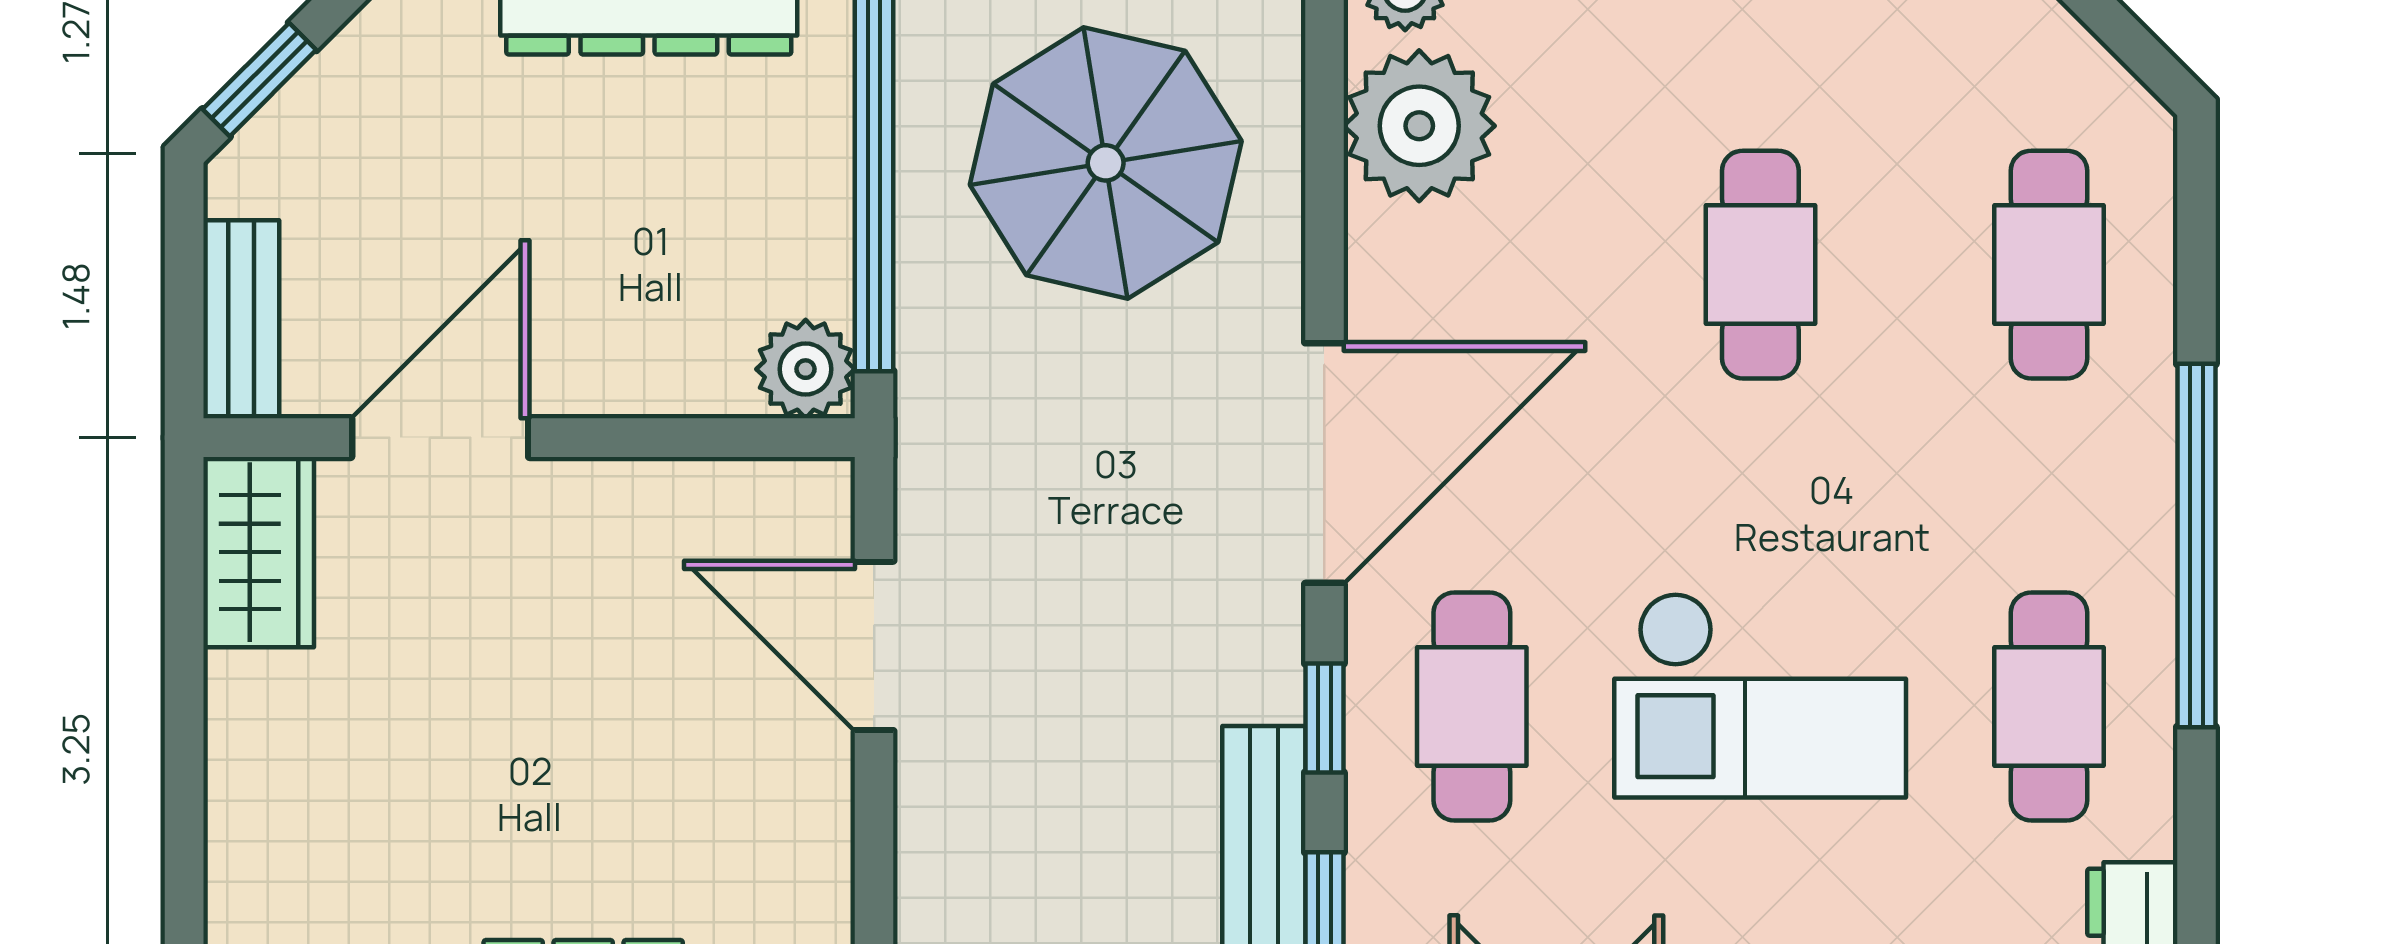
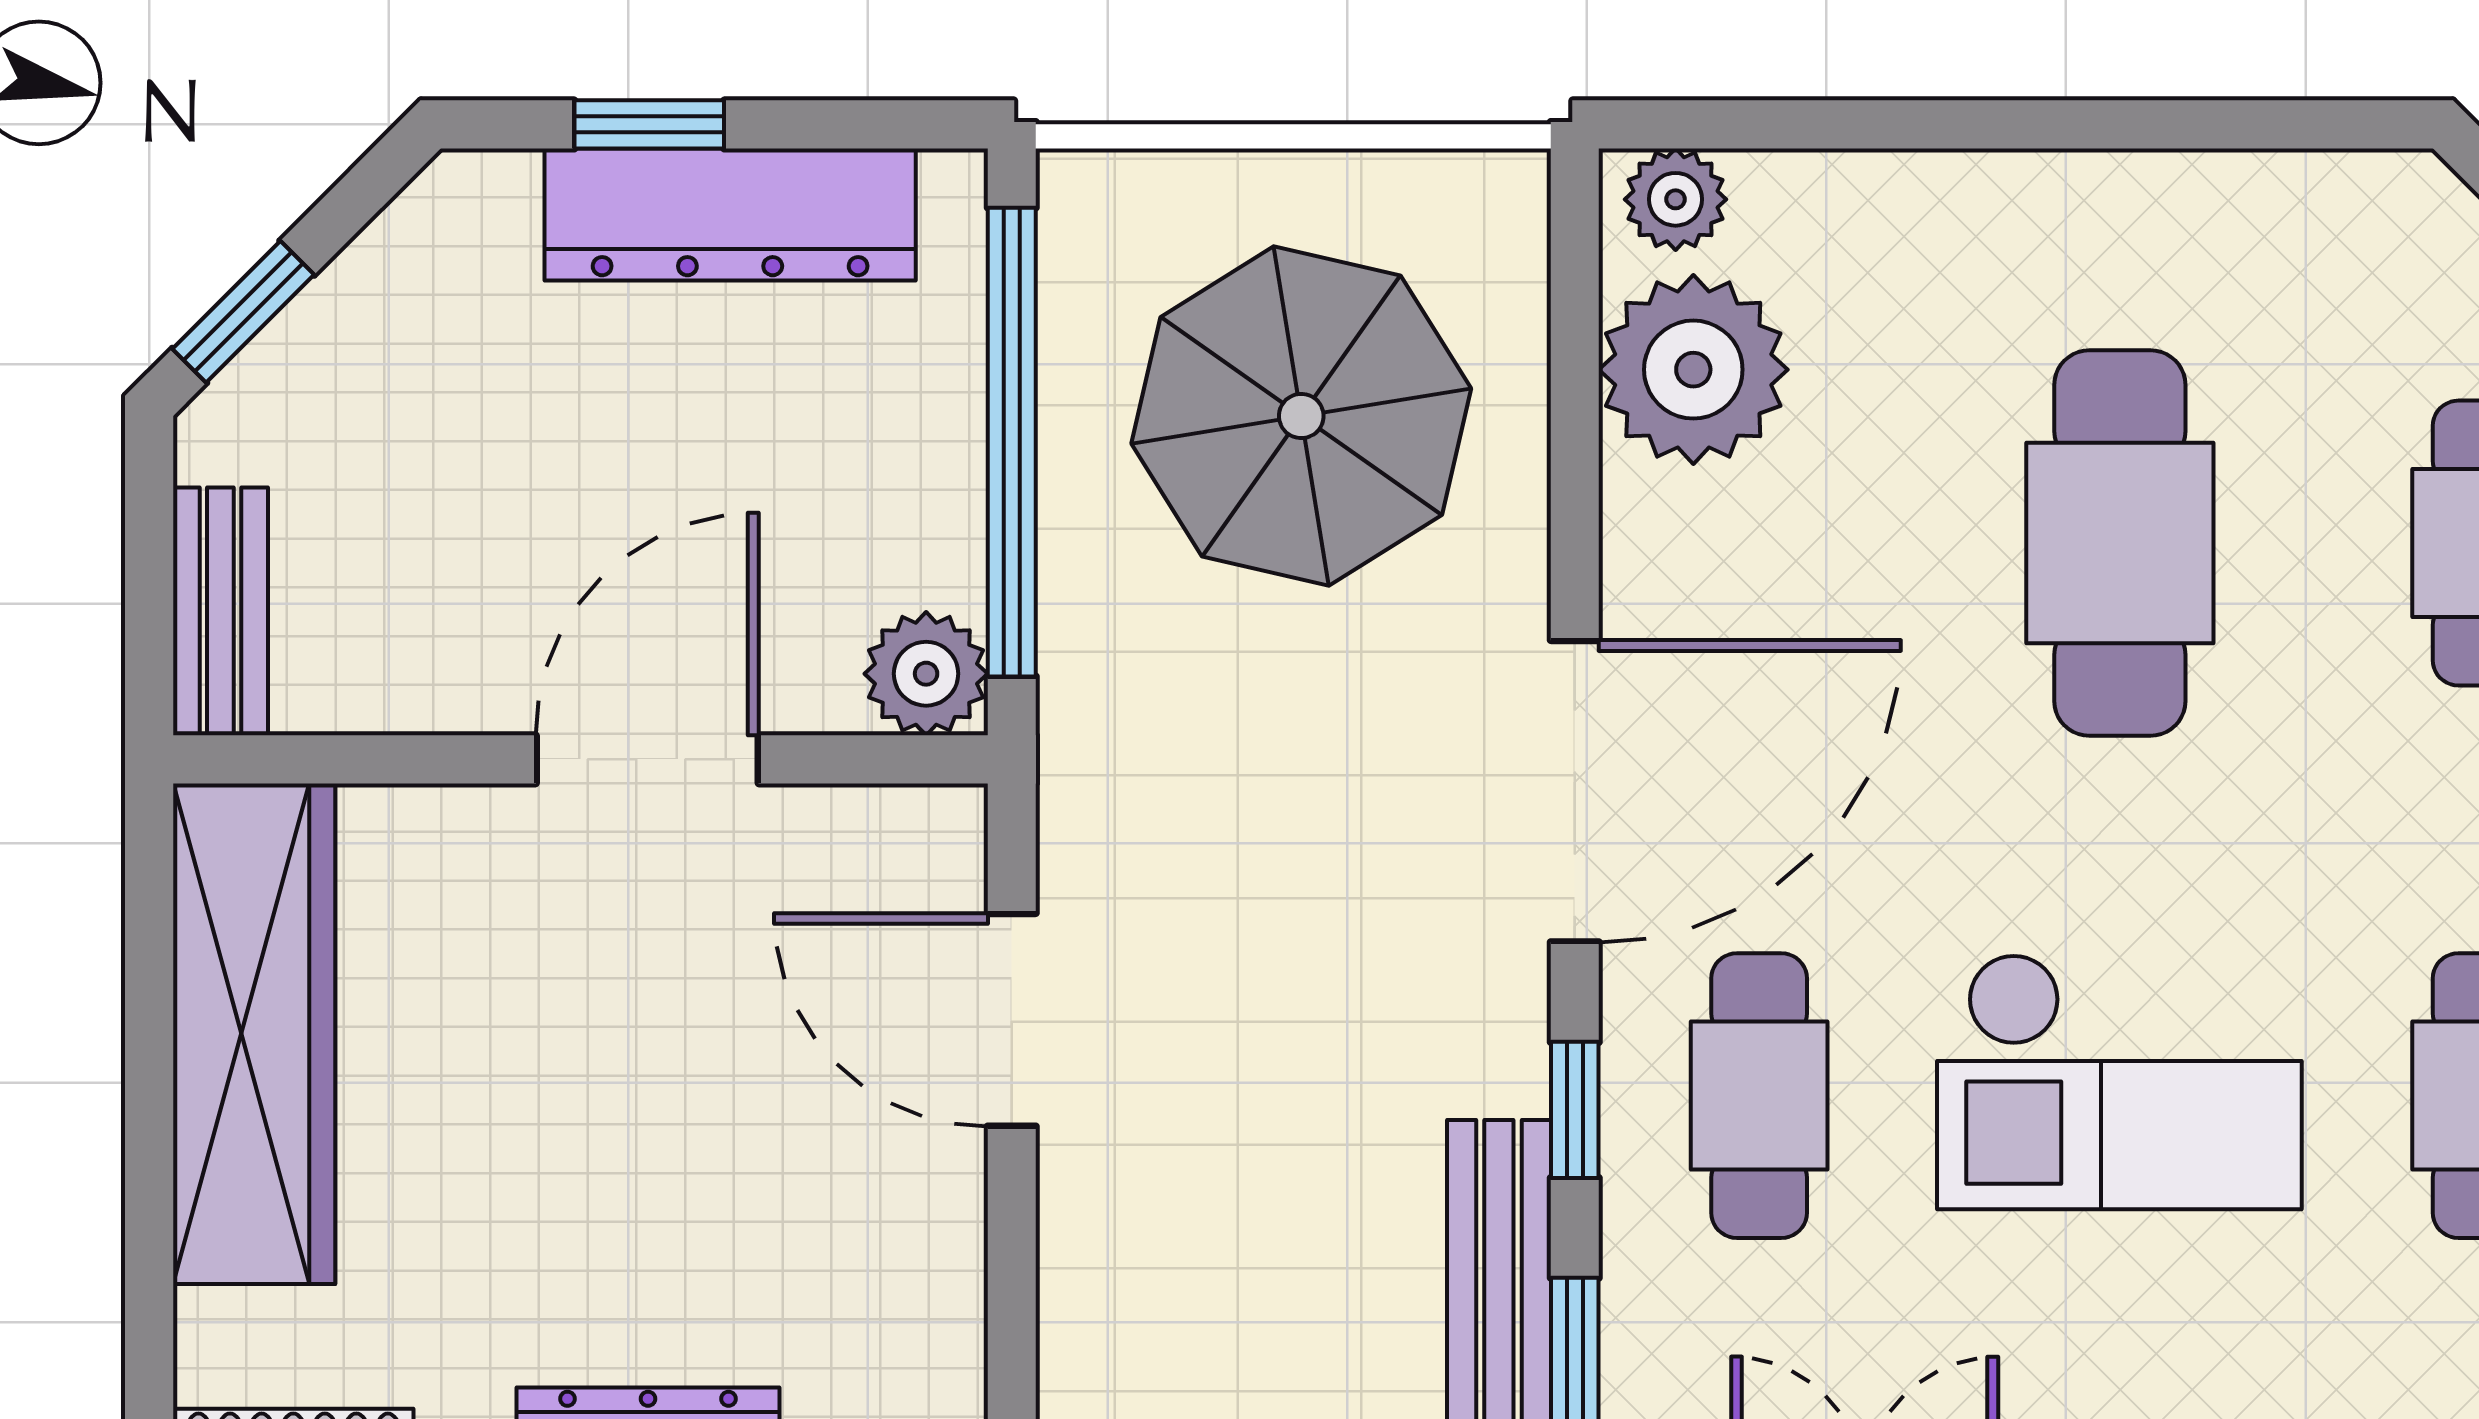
cafe table: (1760, 265) -> (2120, 543), width x1.37, depth x1.35
door: (440, 438) -> (647, 759), moved
wardrobe: (259, 552) -> (254, 1034), width x2.10, depth x1.17

